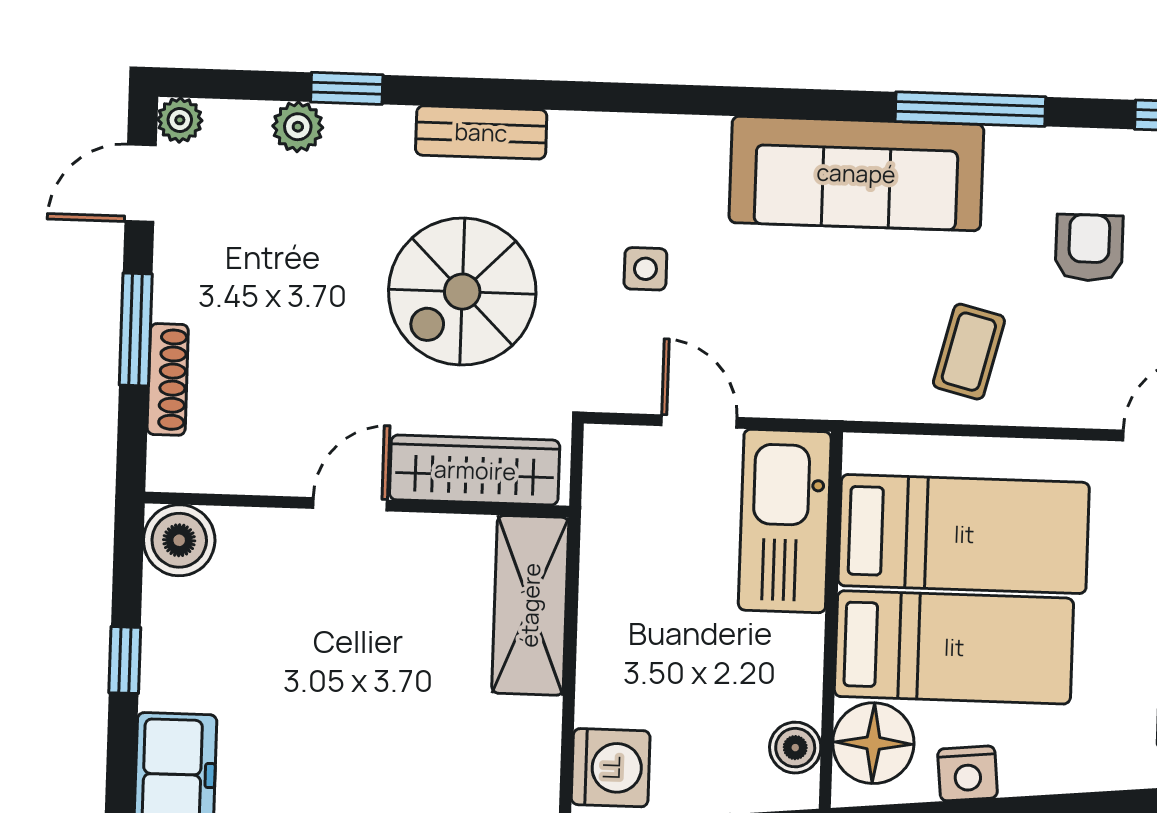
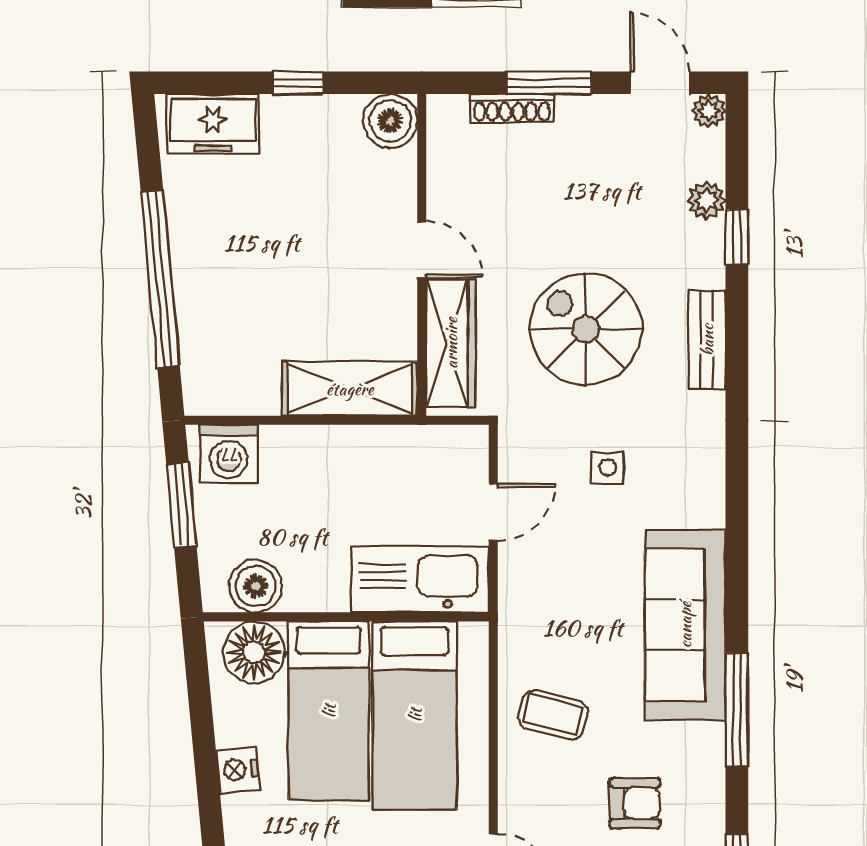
boiler: (795, 748) -> (256, 586), width x1.36, depth x1.36
nightstand: (968, 773) -> (238, 770), moved

